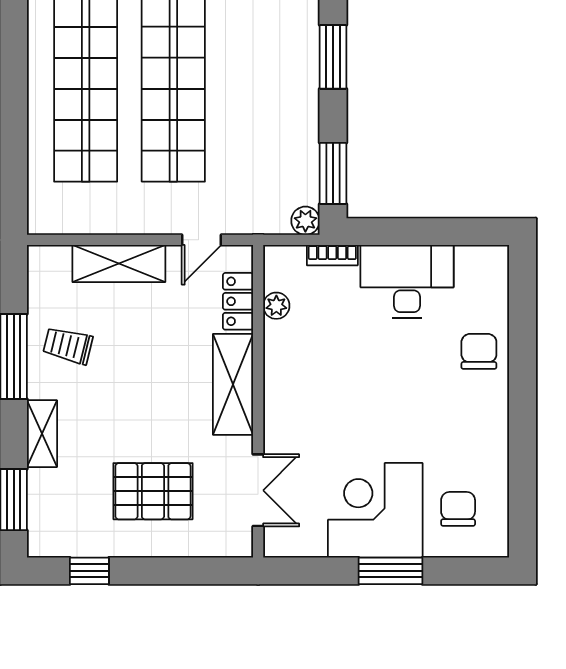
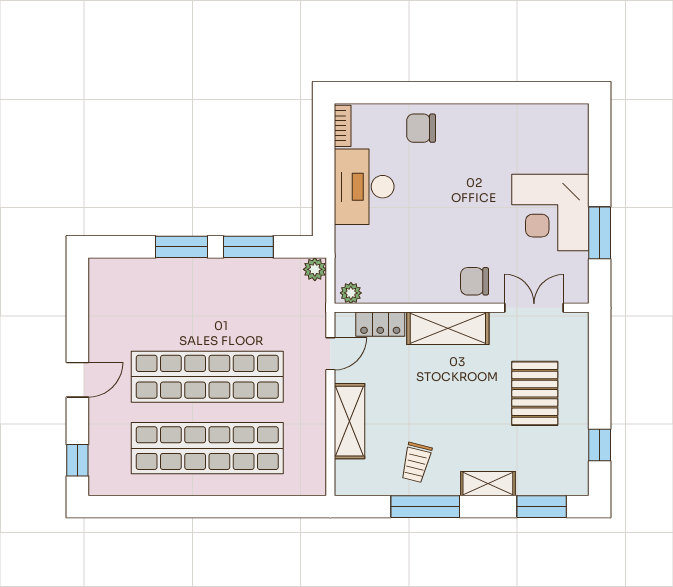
window: (333, 173) -> (248, 247), moved
door: (202, 240) -> (330, 354), hinge flipped
bookcase: (332, 255) -> (343, 126), moved
plant: (276, 306) -> (351, 293), moved
chair: (458, 509) -> (475, 281), moved
window: (390, 571) -> (600, 233), moved

